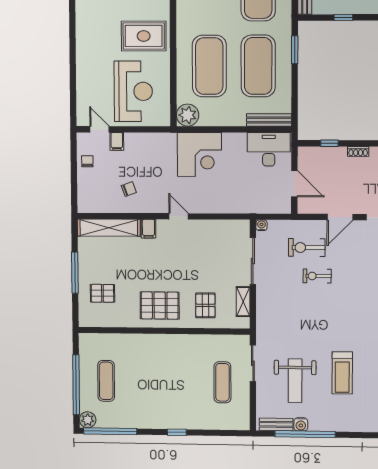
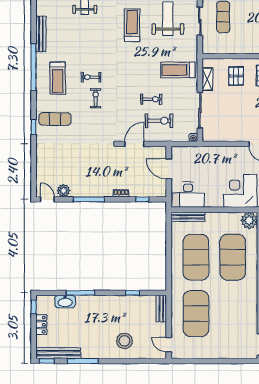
window: (295, 50) -> (169, 269), removed
treadmill: (282, 314) -> (178, 70), added
sliding door: (253, 363) -> (200, 21), moved

